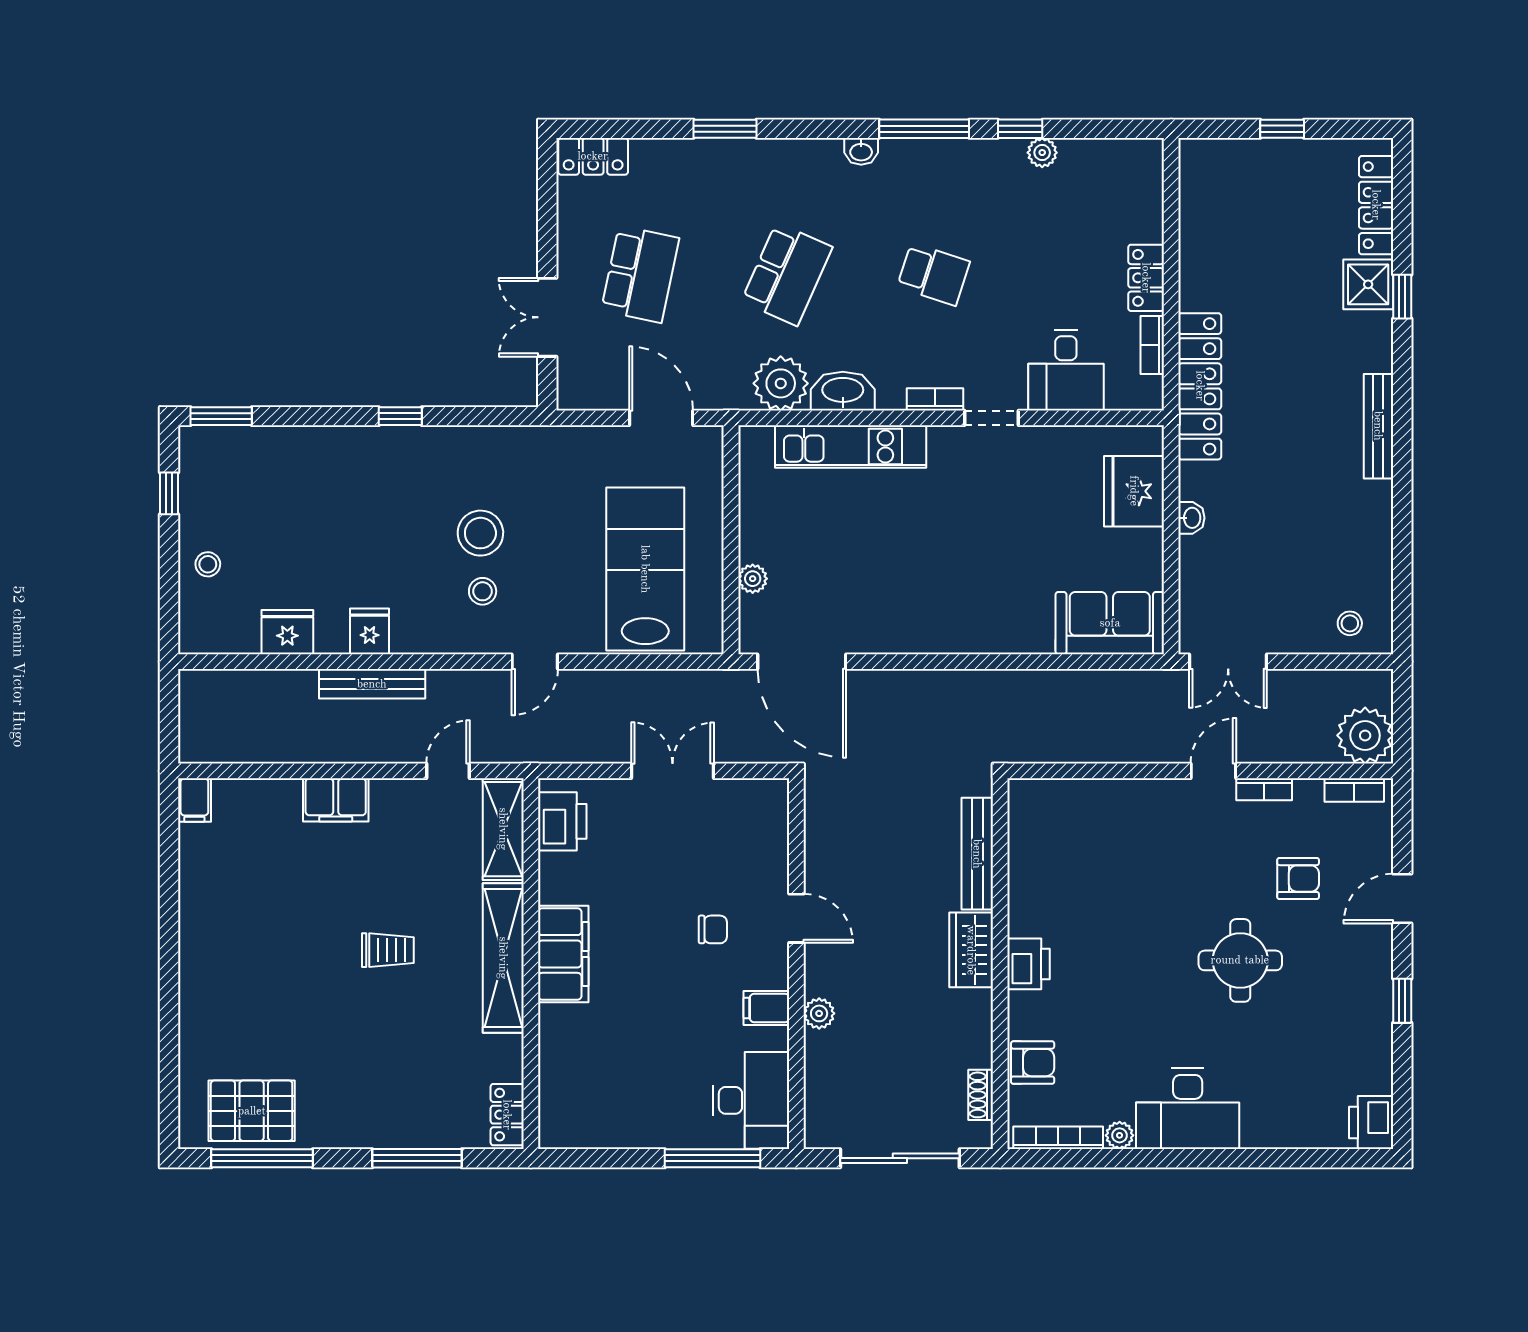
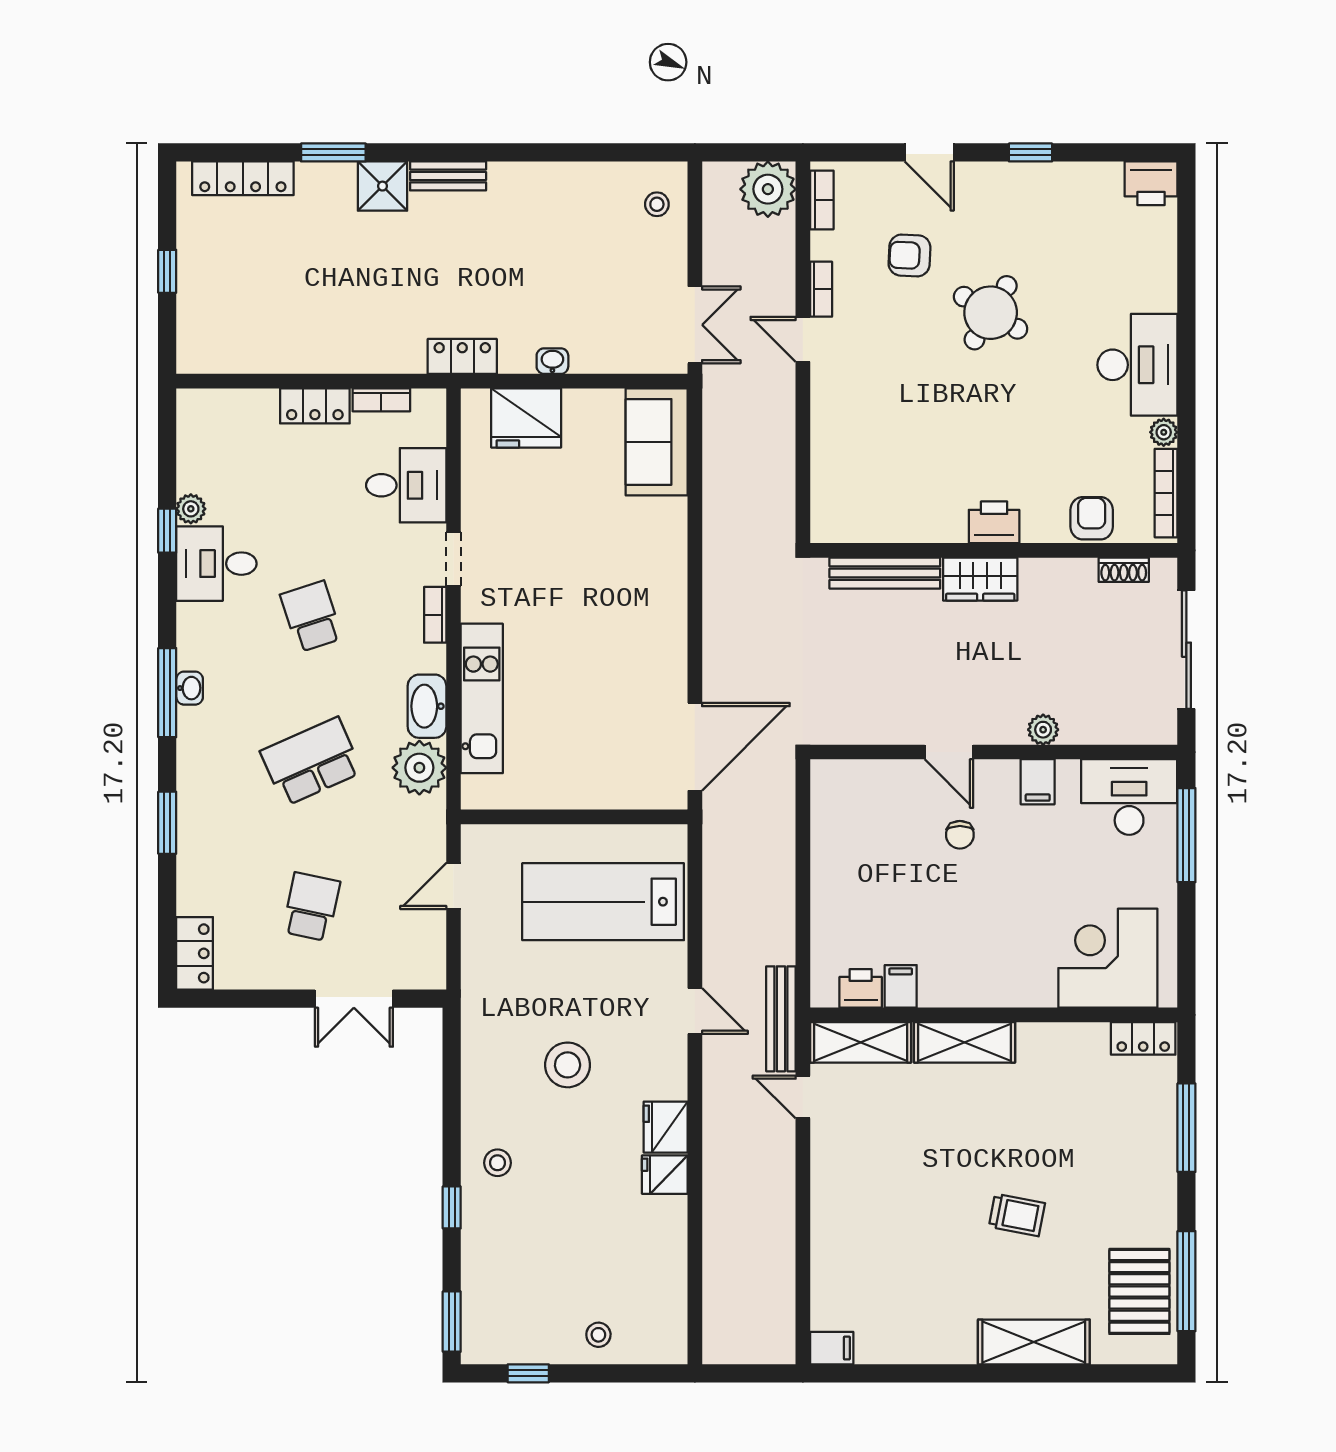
window: (924, 129) -> (167, 693), moved
desk: (987, 178) -> (216, 564), added
school desk: (640, 274) -> (311, 907), width x0.54
school desk: (787, 274) -> (311, 762), turned -48
school desk: (933, 274) -> (311, 616), turned -36
shower: (1368, 284) -> (382, 186), moved
window: (1402, 297) -> (333, 152), width x1.50
locker: (1200, 386) -> (462, 356), width x0.46, depth x0.83
window: (400, 416) -> (452, 1207), moved
door: (661, 418) -> (454, 886), width x0.73
bench: (1378, 426) -> (448, 176), width x0.73
plant: (753, 579) -> (613, 795), removed
stool: (483, 591) -> (497, 1163), moved
fridge: (287, 632) -> (666, 1127), moved
bench: (372, 684) -> (781, 1019), moved
double door: (673, 771) -> (803, 875), removed
filing cabinet: (336, 800) -> (832, 1208), removed
printer: (562, 821) -> (861, 988), width x0.73, depth x0.81
armchair: (1298, 879) -> (909, 255), turned -87
door: (796, 918) -> (949, 752), swing flipped
chair: (713, 929) -> (960, 835), turned 180
trolley: (388, 950) -> (1017, 1215), moved, turned 101
filing cabinet: (563, 954) -> (901, 986), moved, width x0.33, depth x0.86
shelving: (503, 958) -> (965, 1042), width x0.68
round table: (1240, 960) -> (991, 313), turned 31
shelving: (201, 1004) -> (1034, 1342), added
corner desk: (588, 1079) -> (1108, 958), added

